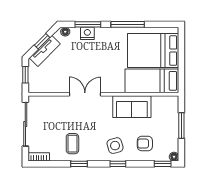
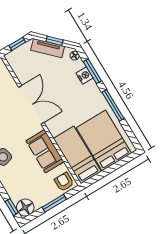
double door: (85, 94) -> (31, 105), width x1.37
armchair: (145, 143) -> (64, 182), moved
floor lamp: (174, 157) -> (25, 207), width x1.89, depth x1.89

